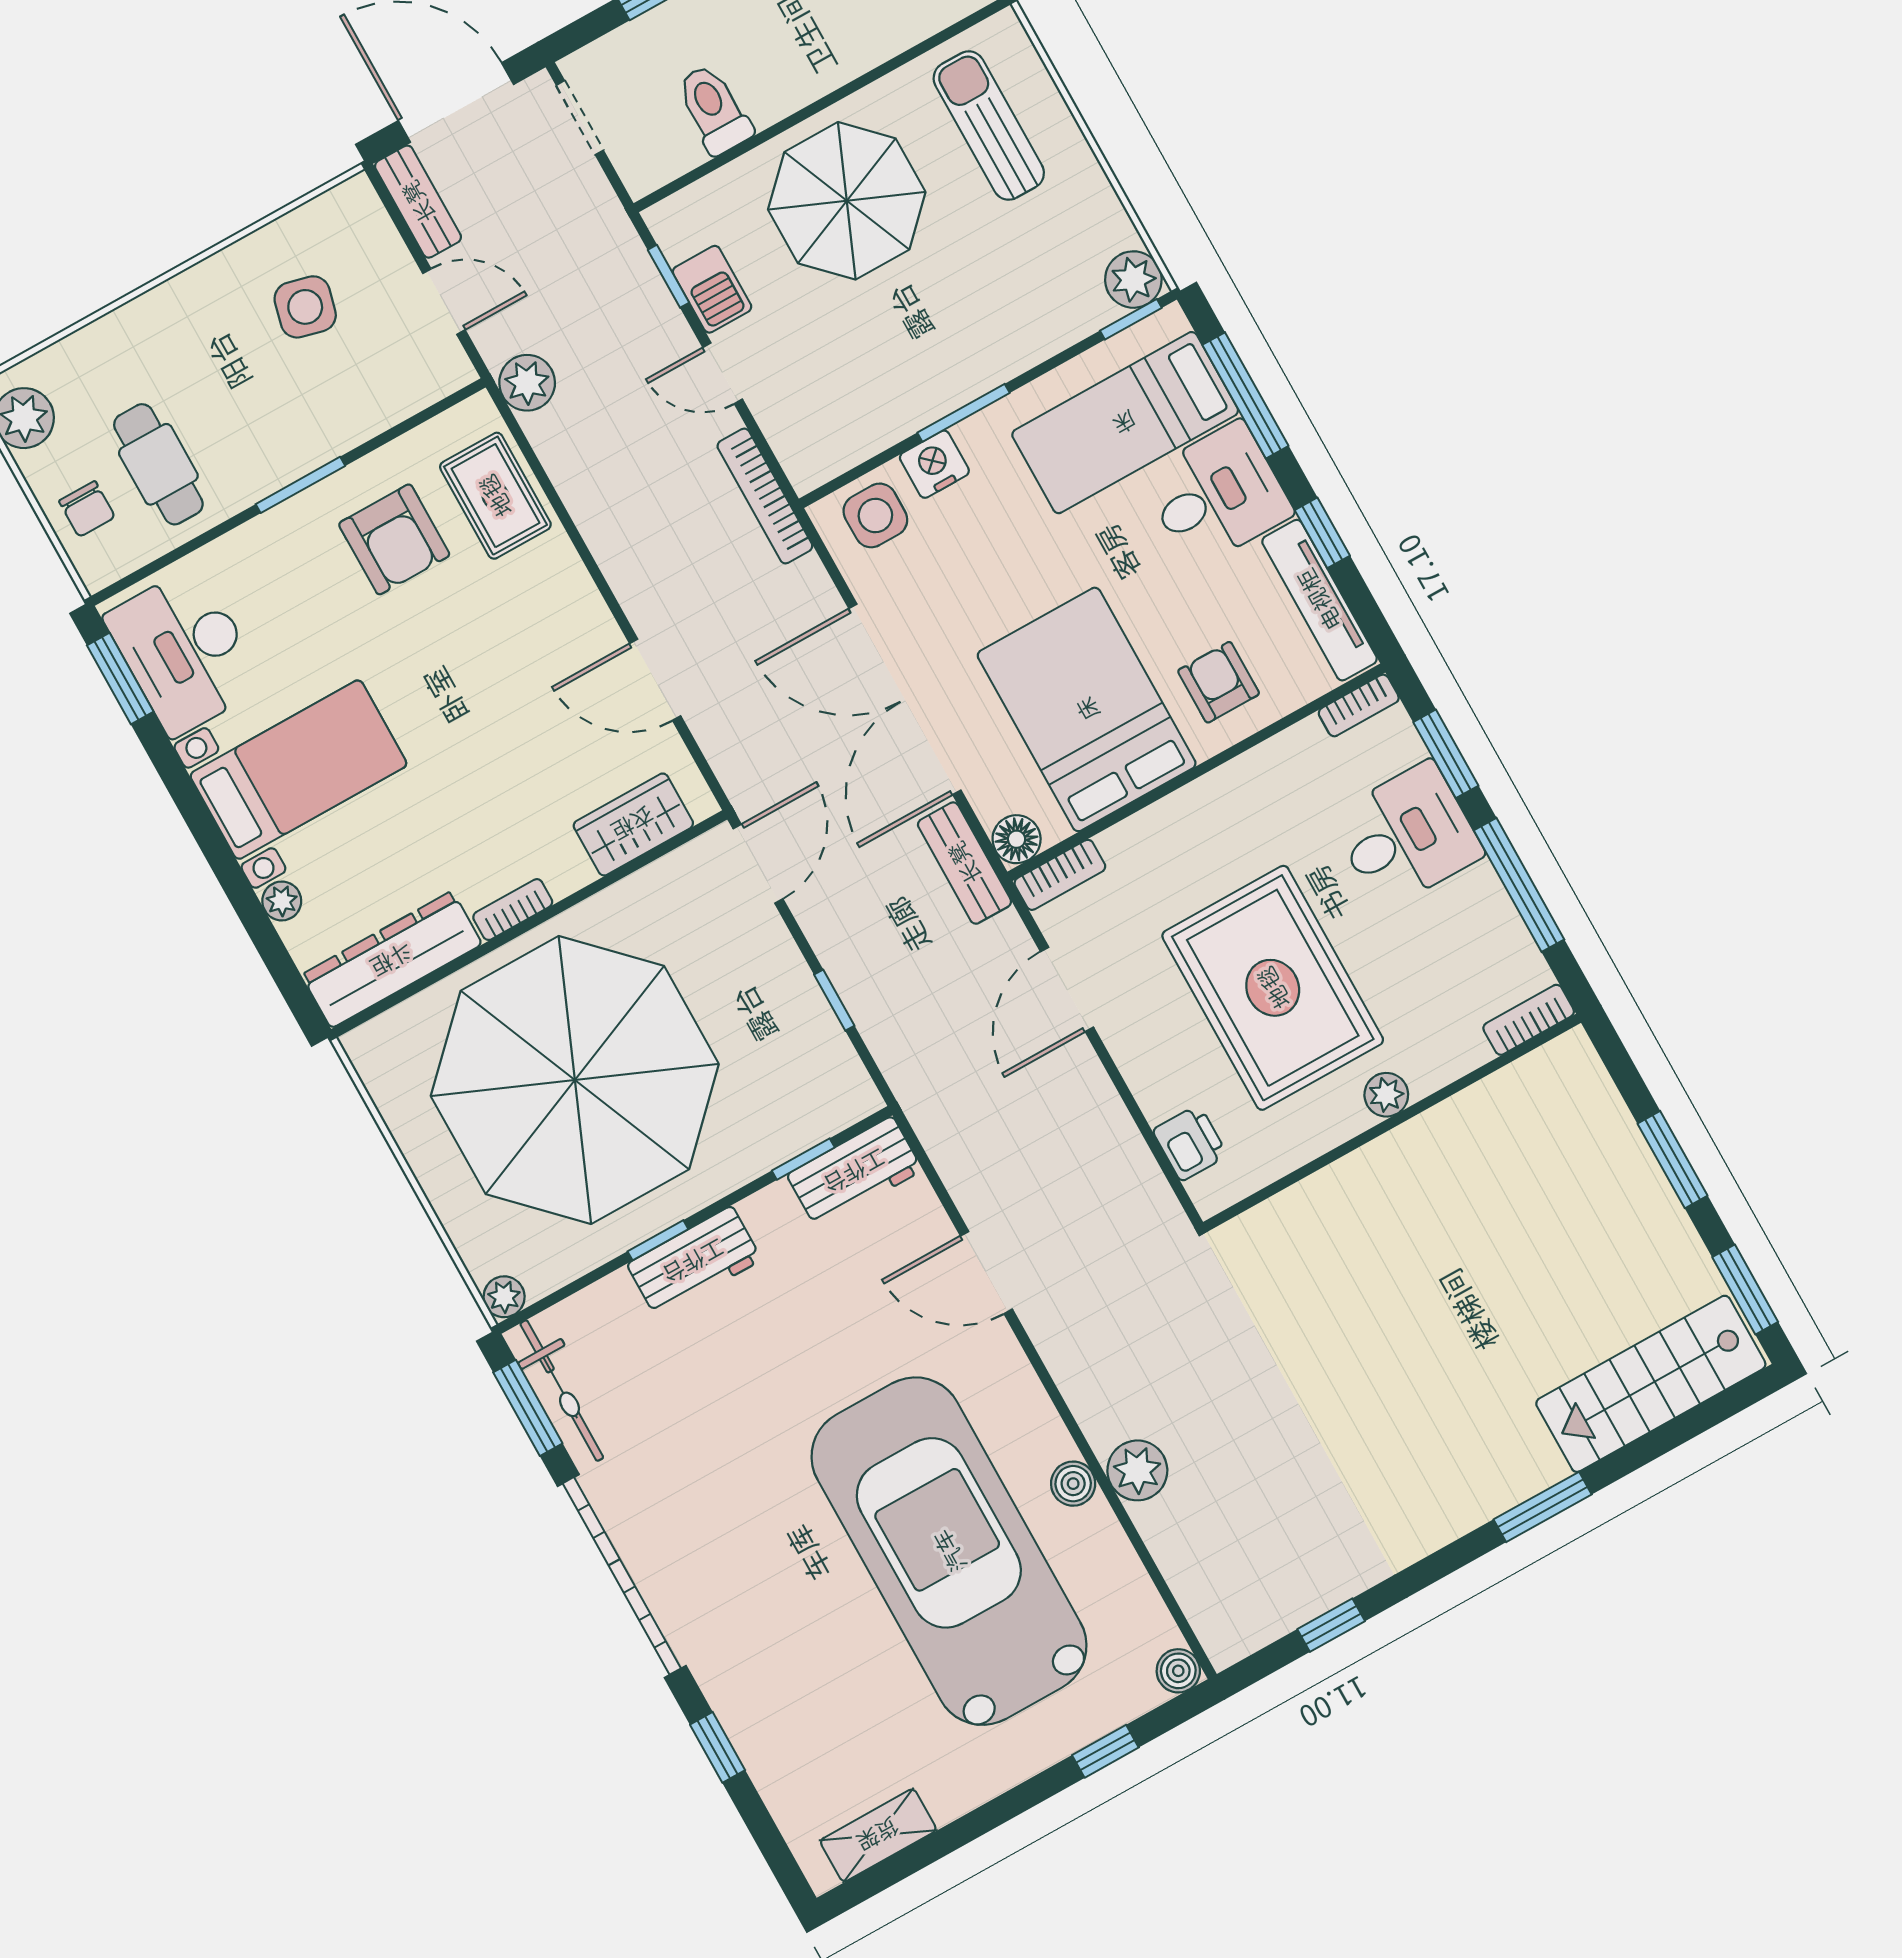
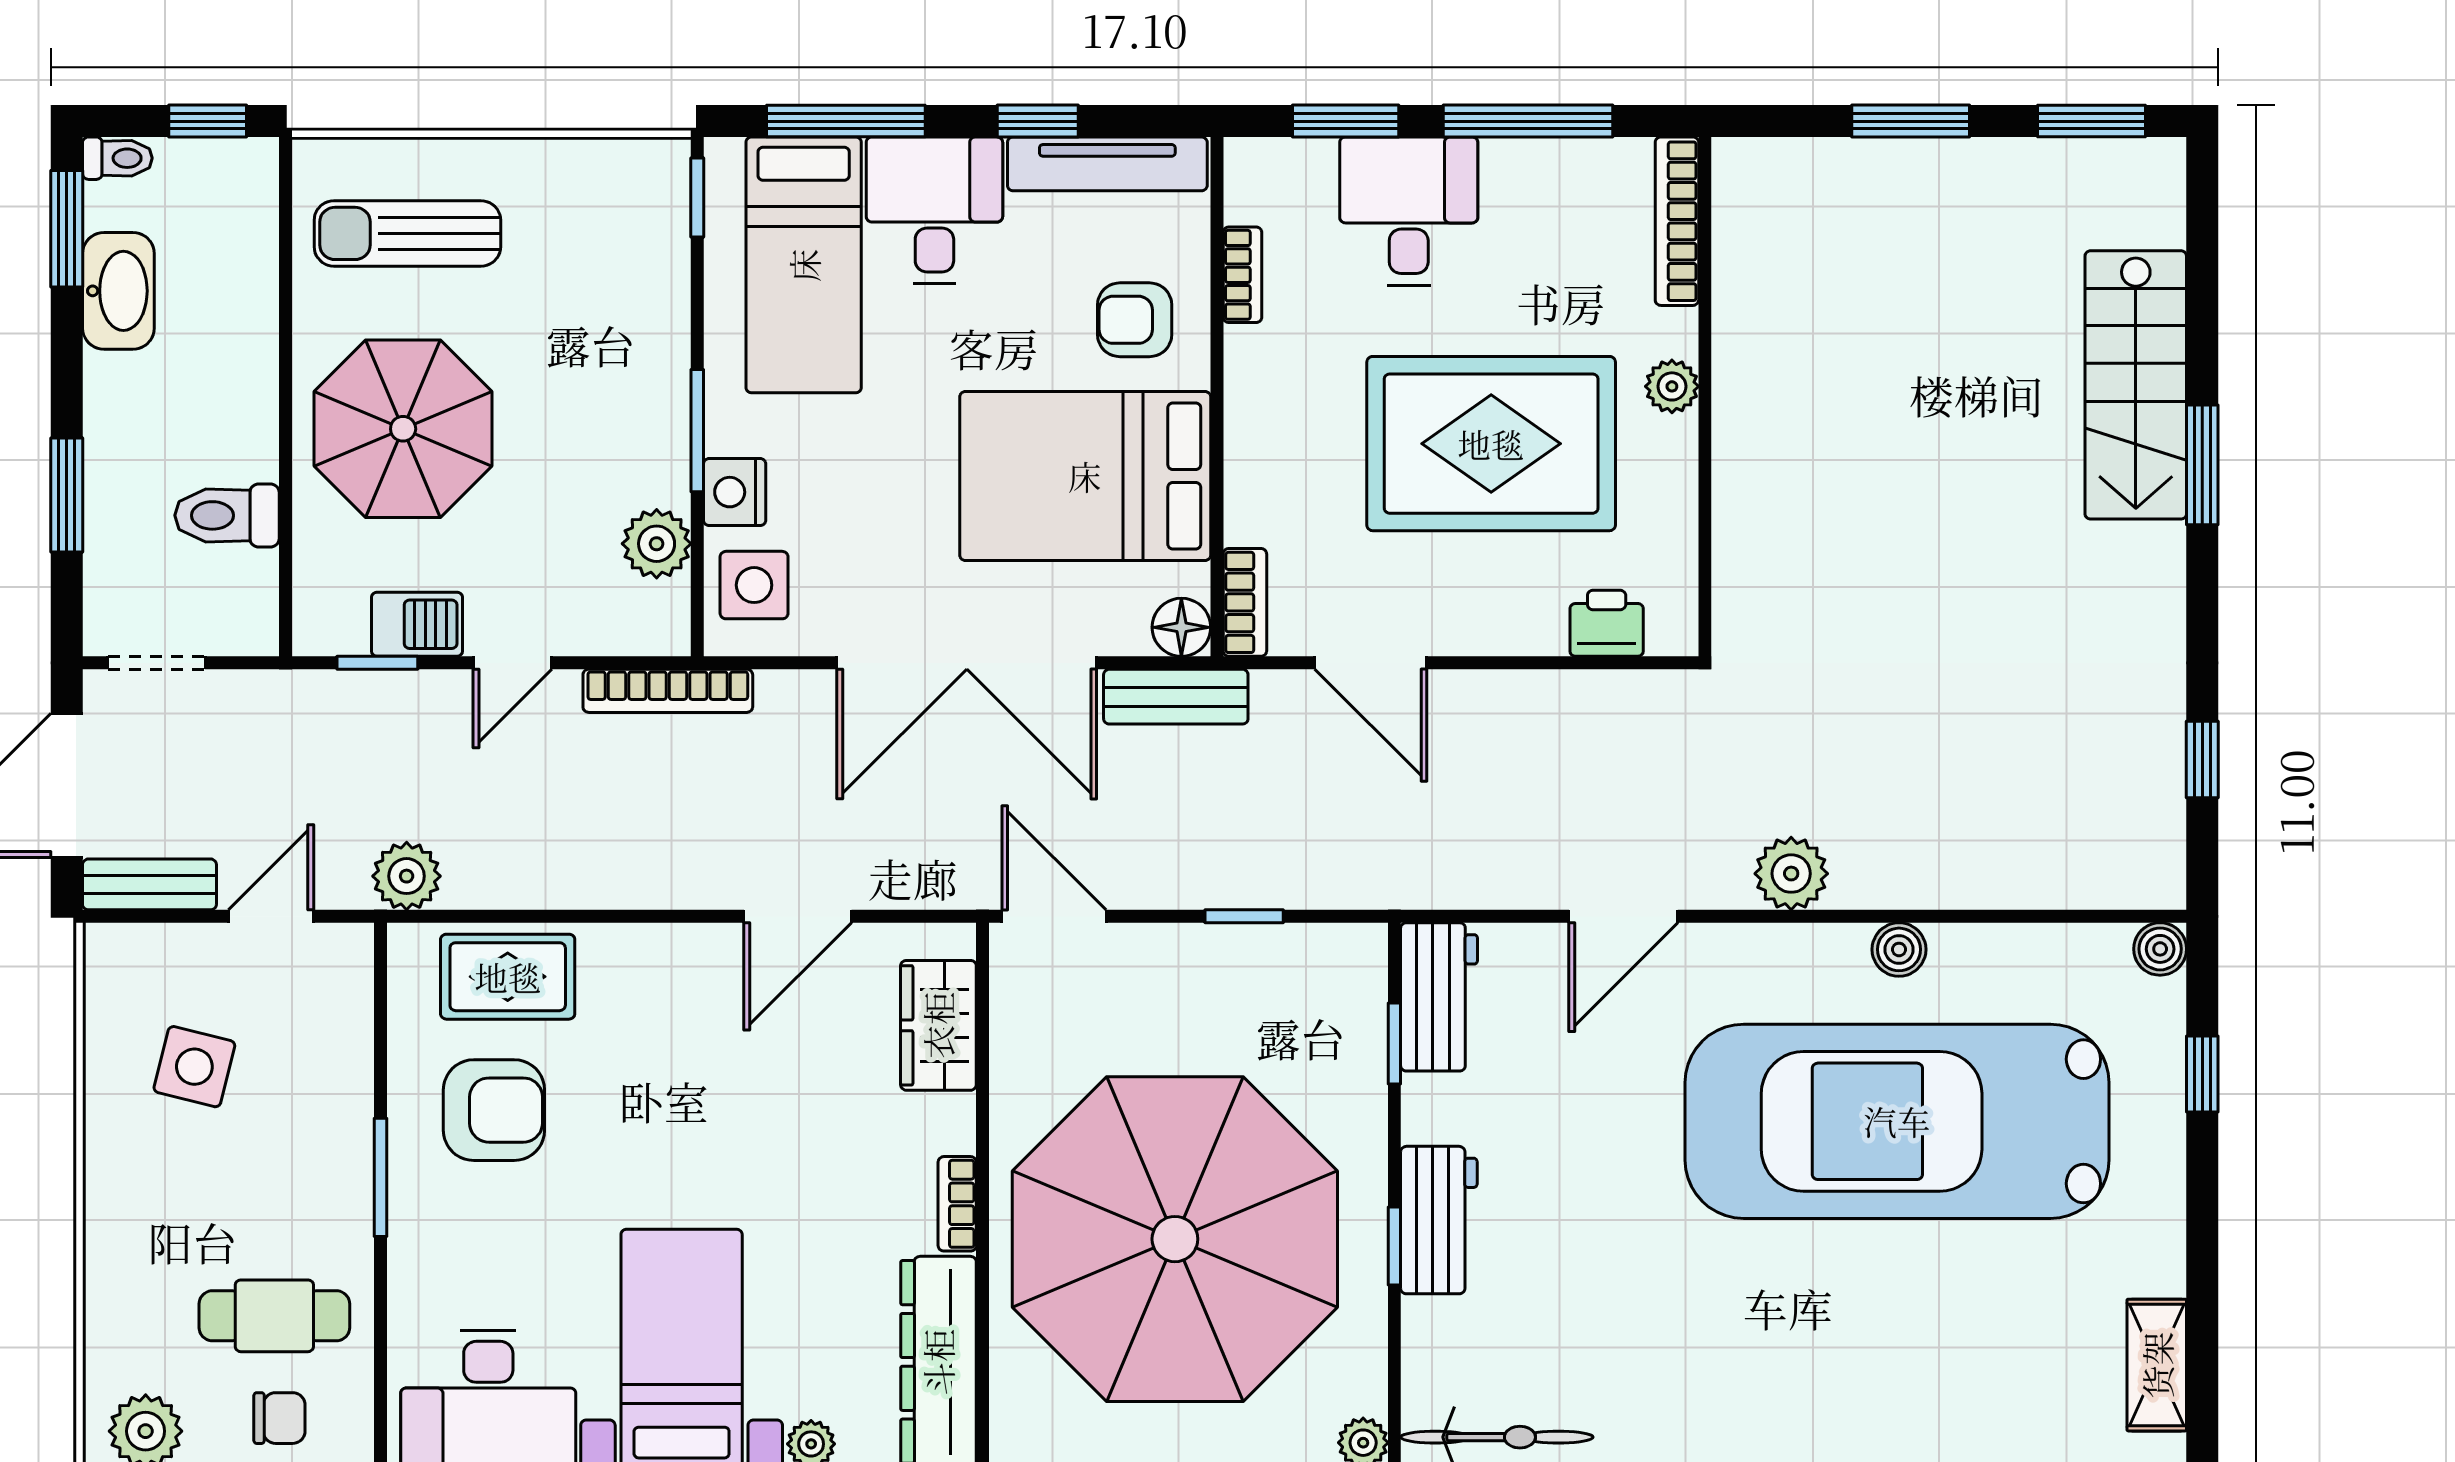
plant: (1133, 280) -> (657, 544), moved
bookcase: (1359, 705) -> (1242, 275), moved
bookcase: (1529, 1020) -> (1677, 221), width x1.56
stairs: (1651, 1384) -> (2136, 385), moved
plant: (1137, 1470) -> (1791, 874), moved

